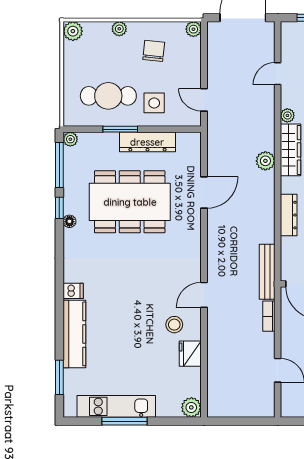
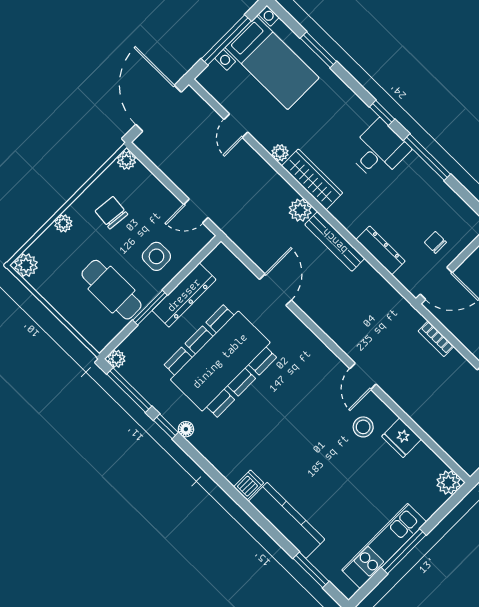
cafe table: (108, 96) -> (111, 290), turned 90
dresser: (289, 215) -> (381, 250), moved
bench: (267, 272) -> (335, 241), moved

